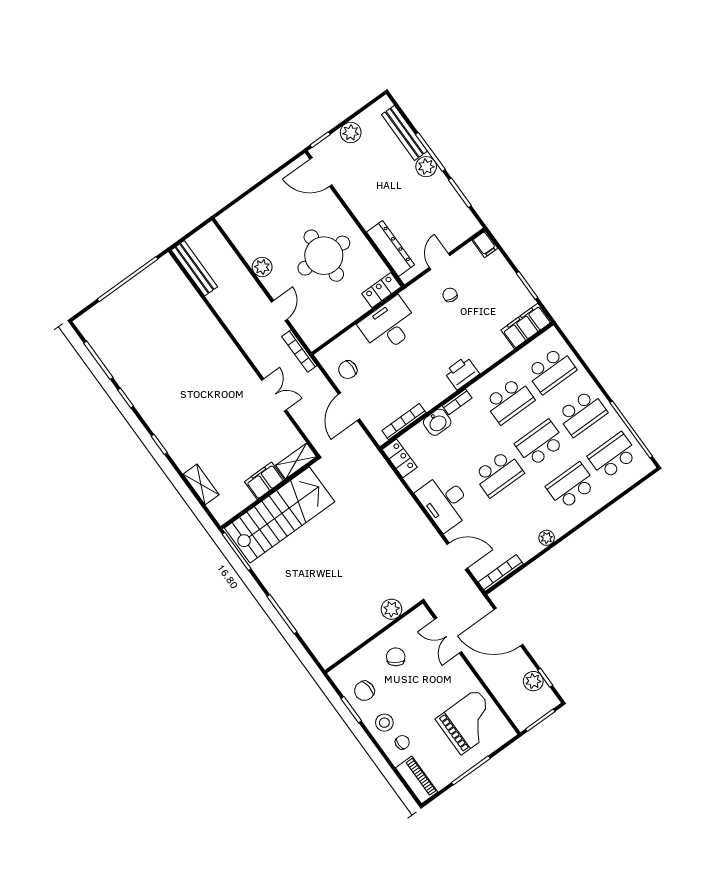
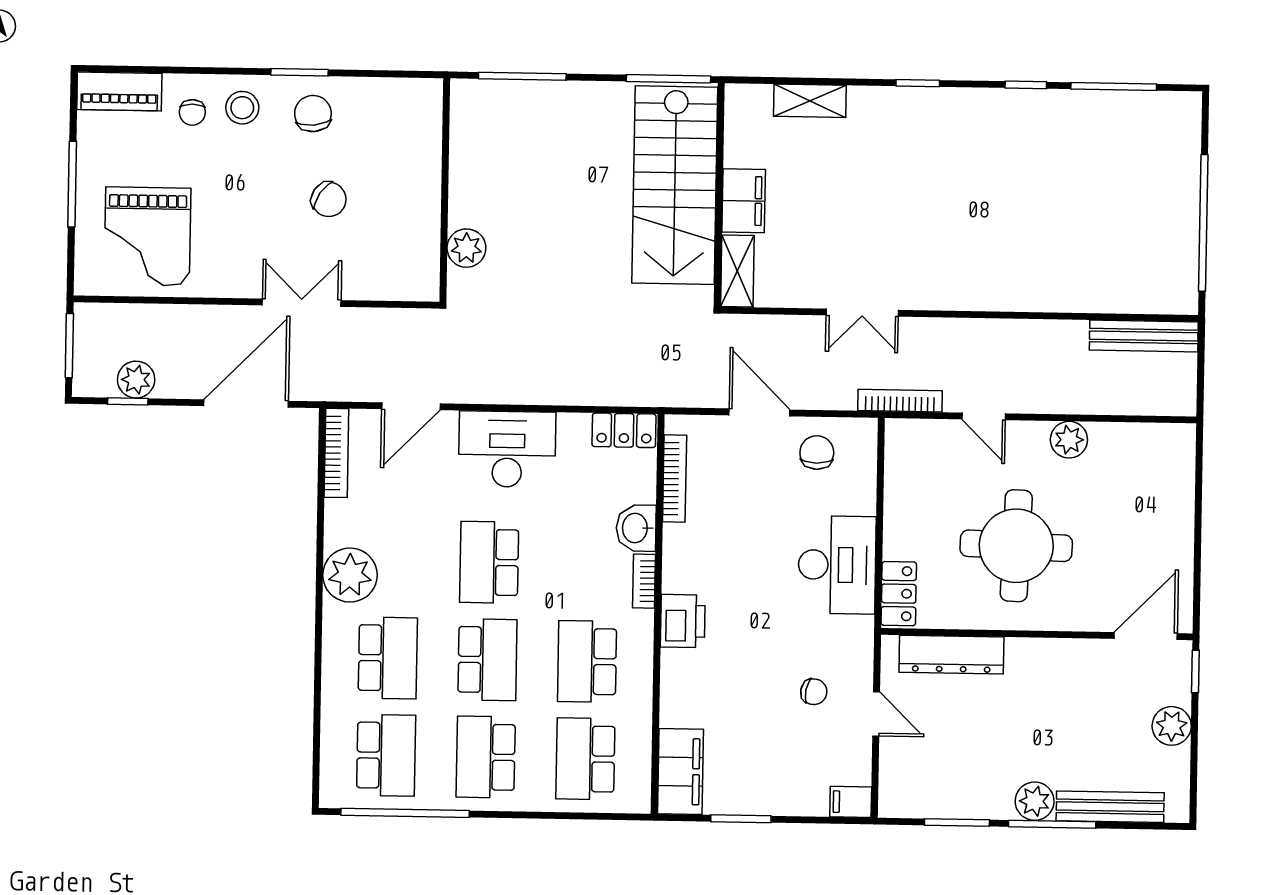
plant: (547, 538) -> (350, 575), width x1.87, depth x1.87
plant: (391, 609) -> (466, 248), moved
wall: (374, 637) -> (445, 190), moved

